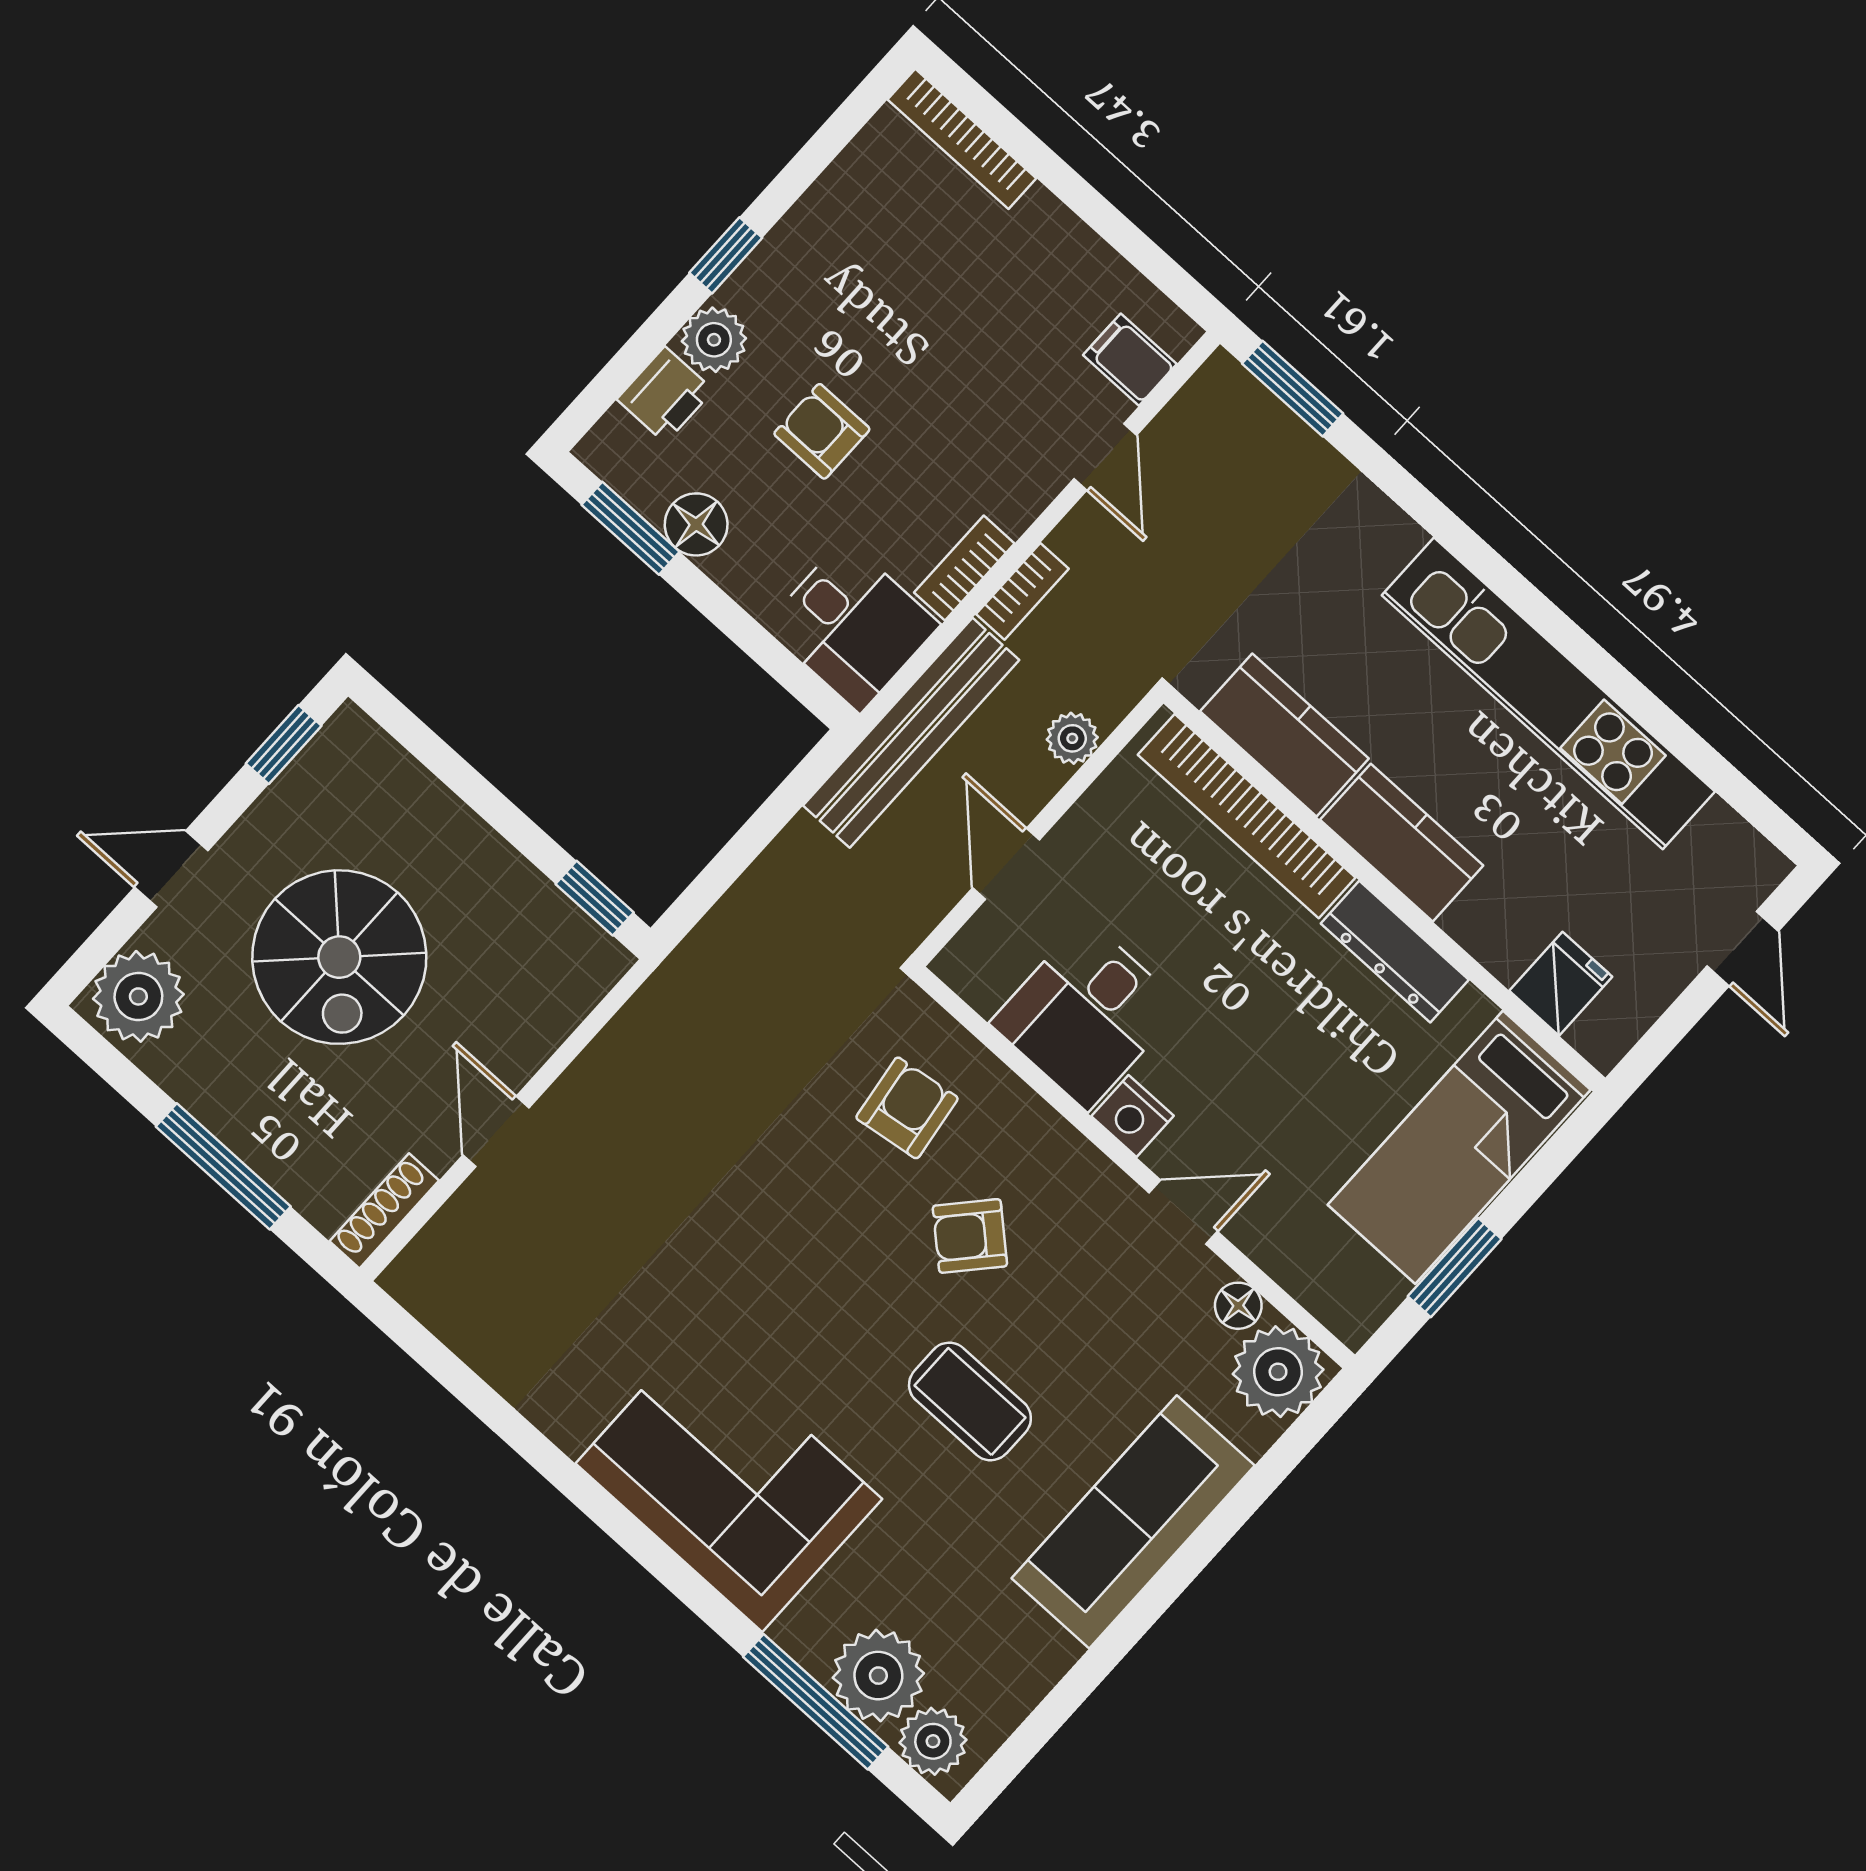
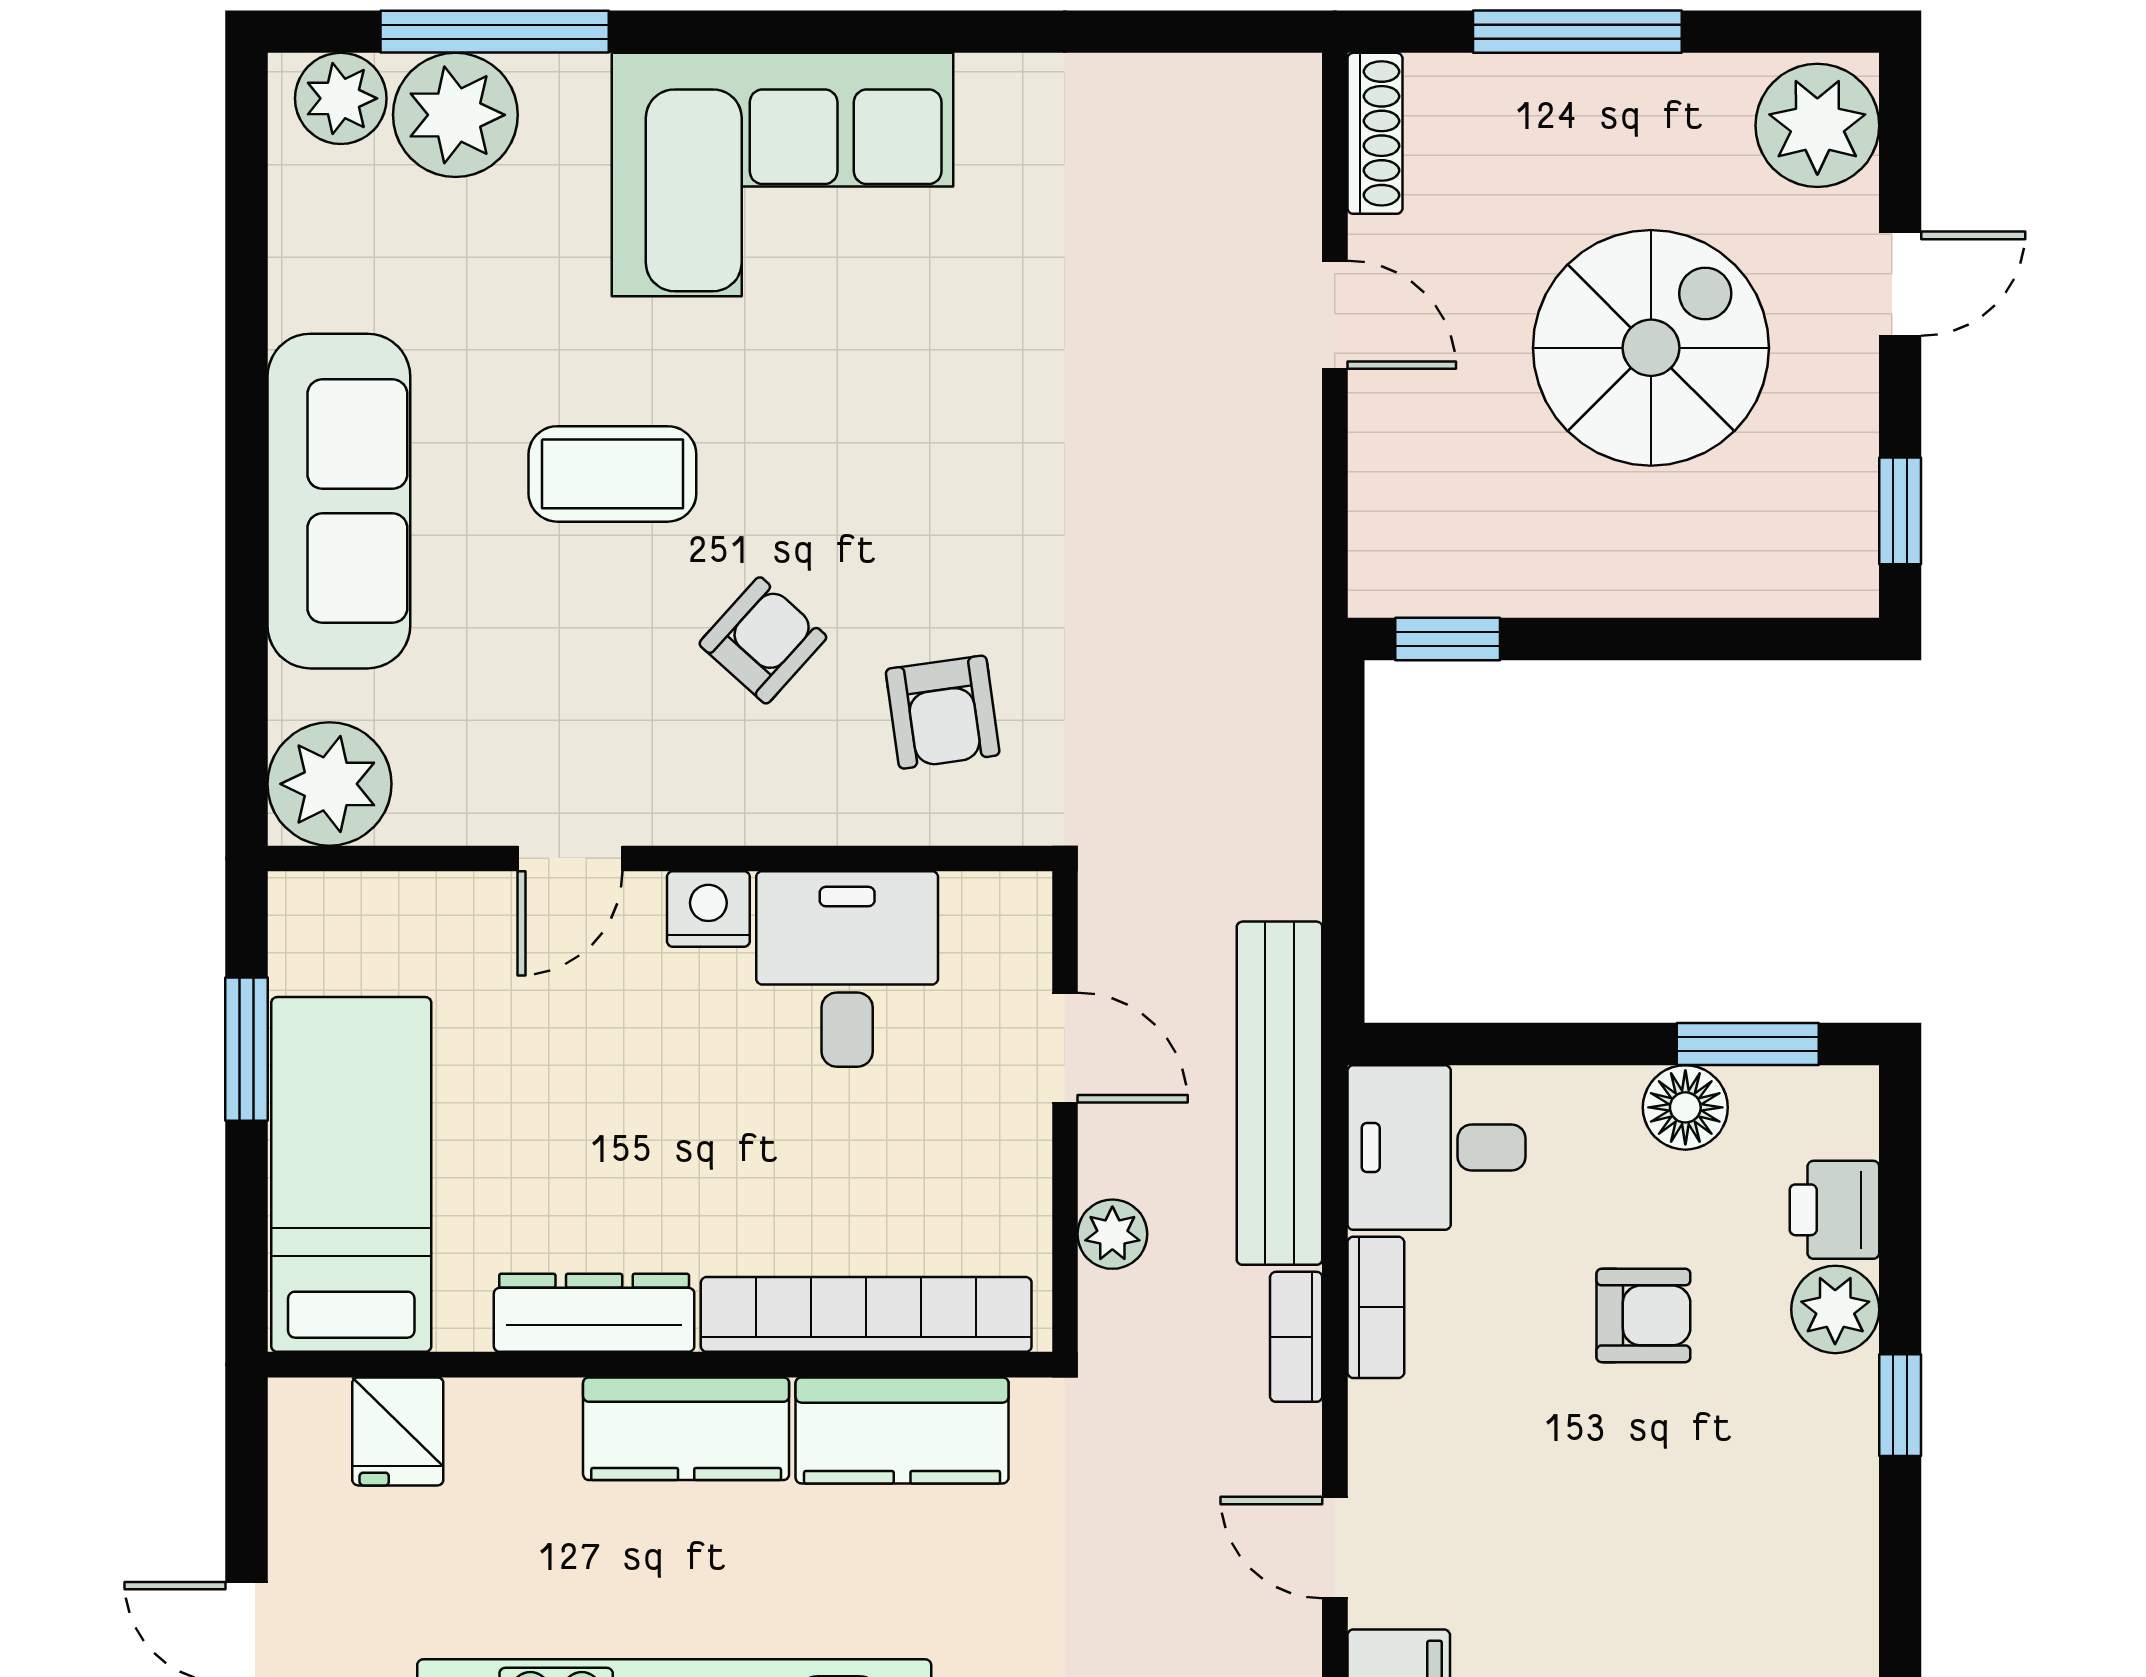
spiral stairs: (339, 957) -> (1651, 348), turned 90
floor lamp: (1238, 1306) -> (430, 814), removed

